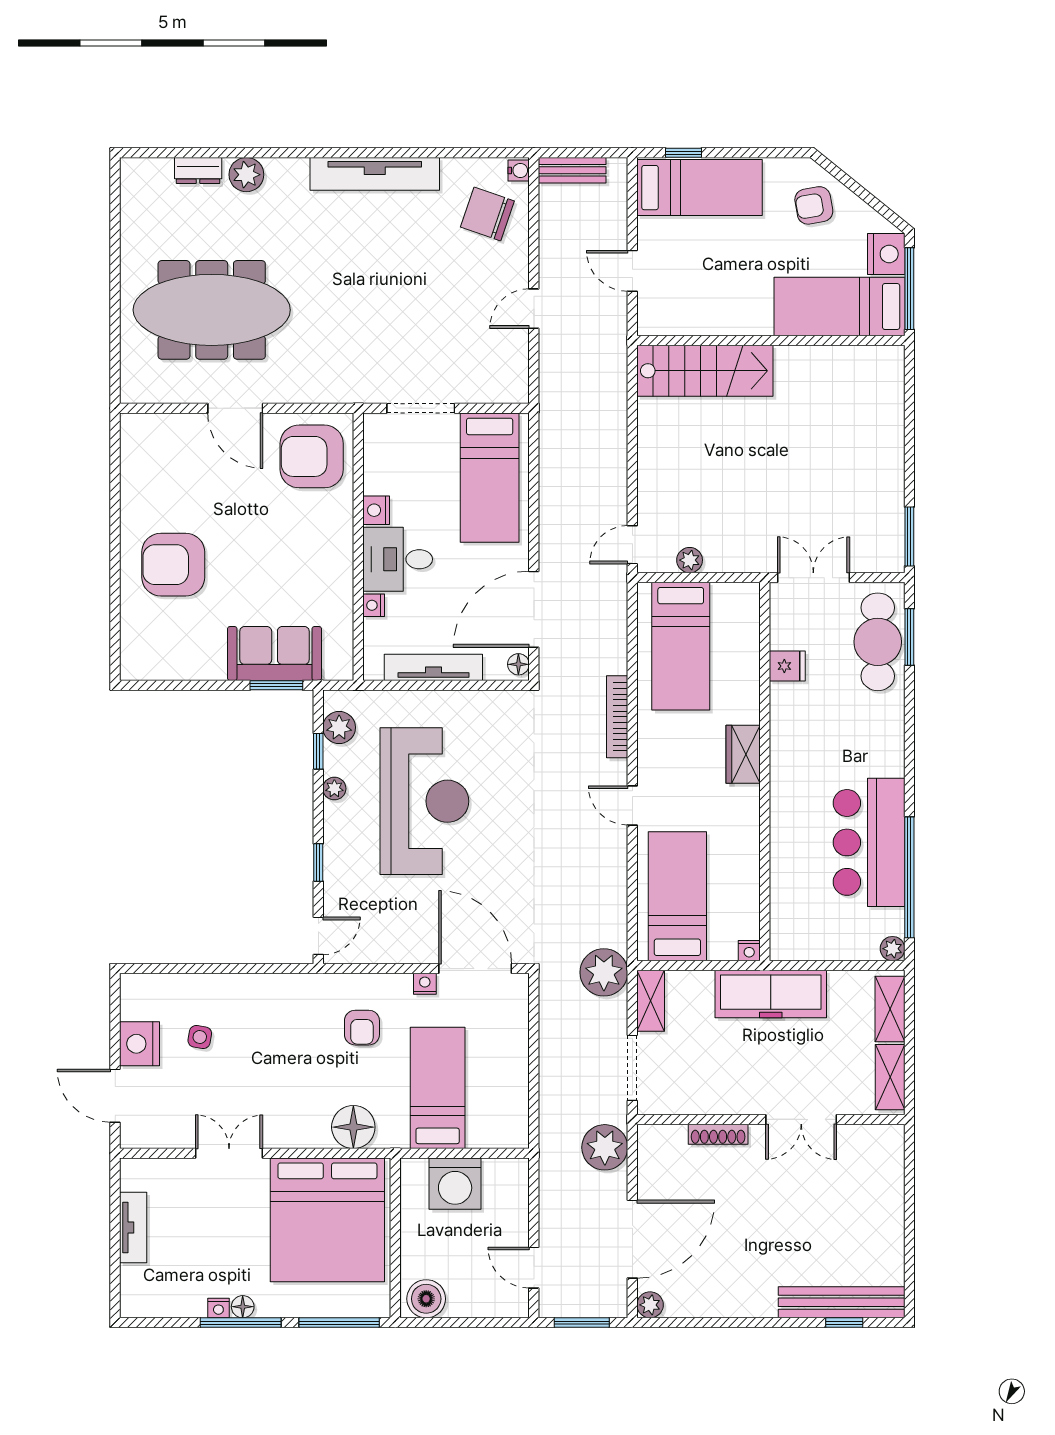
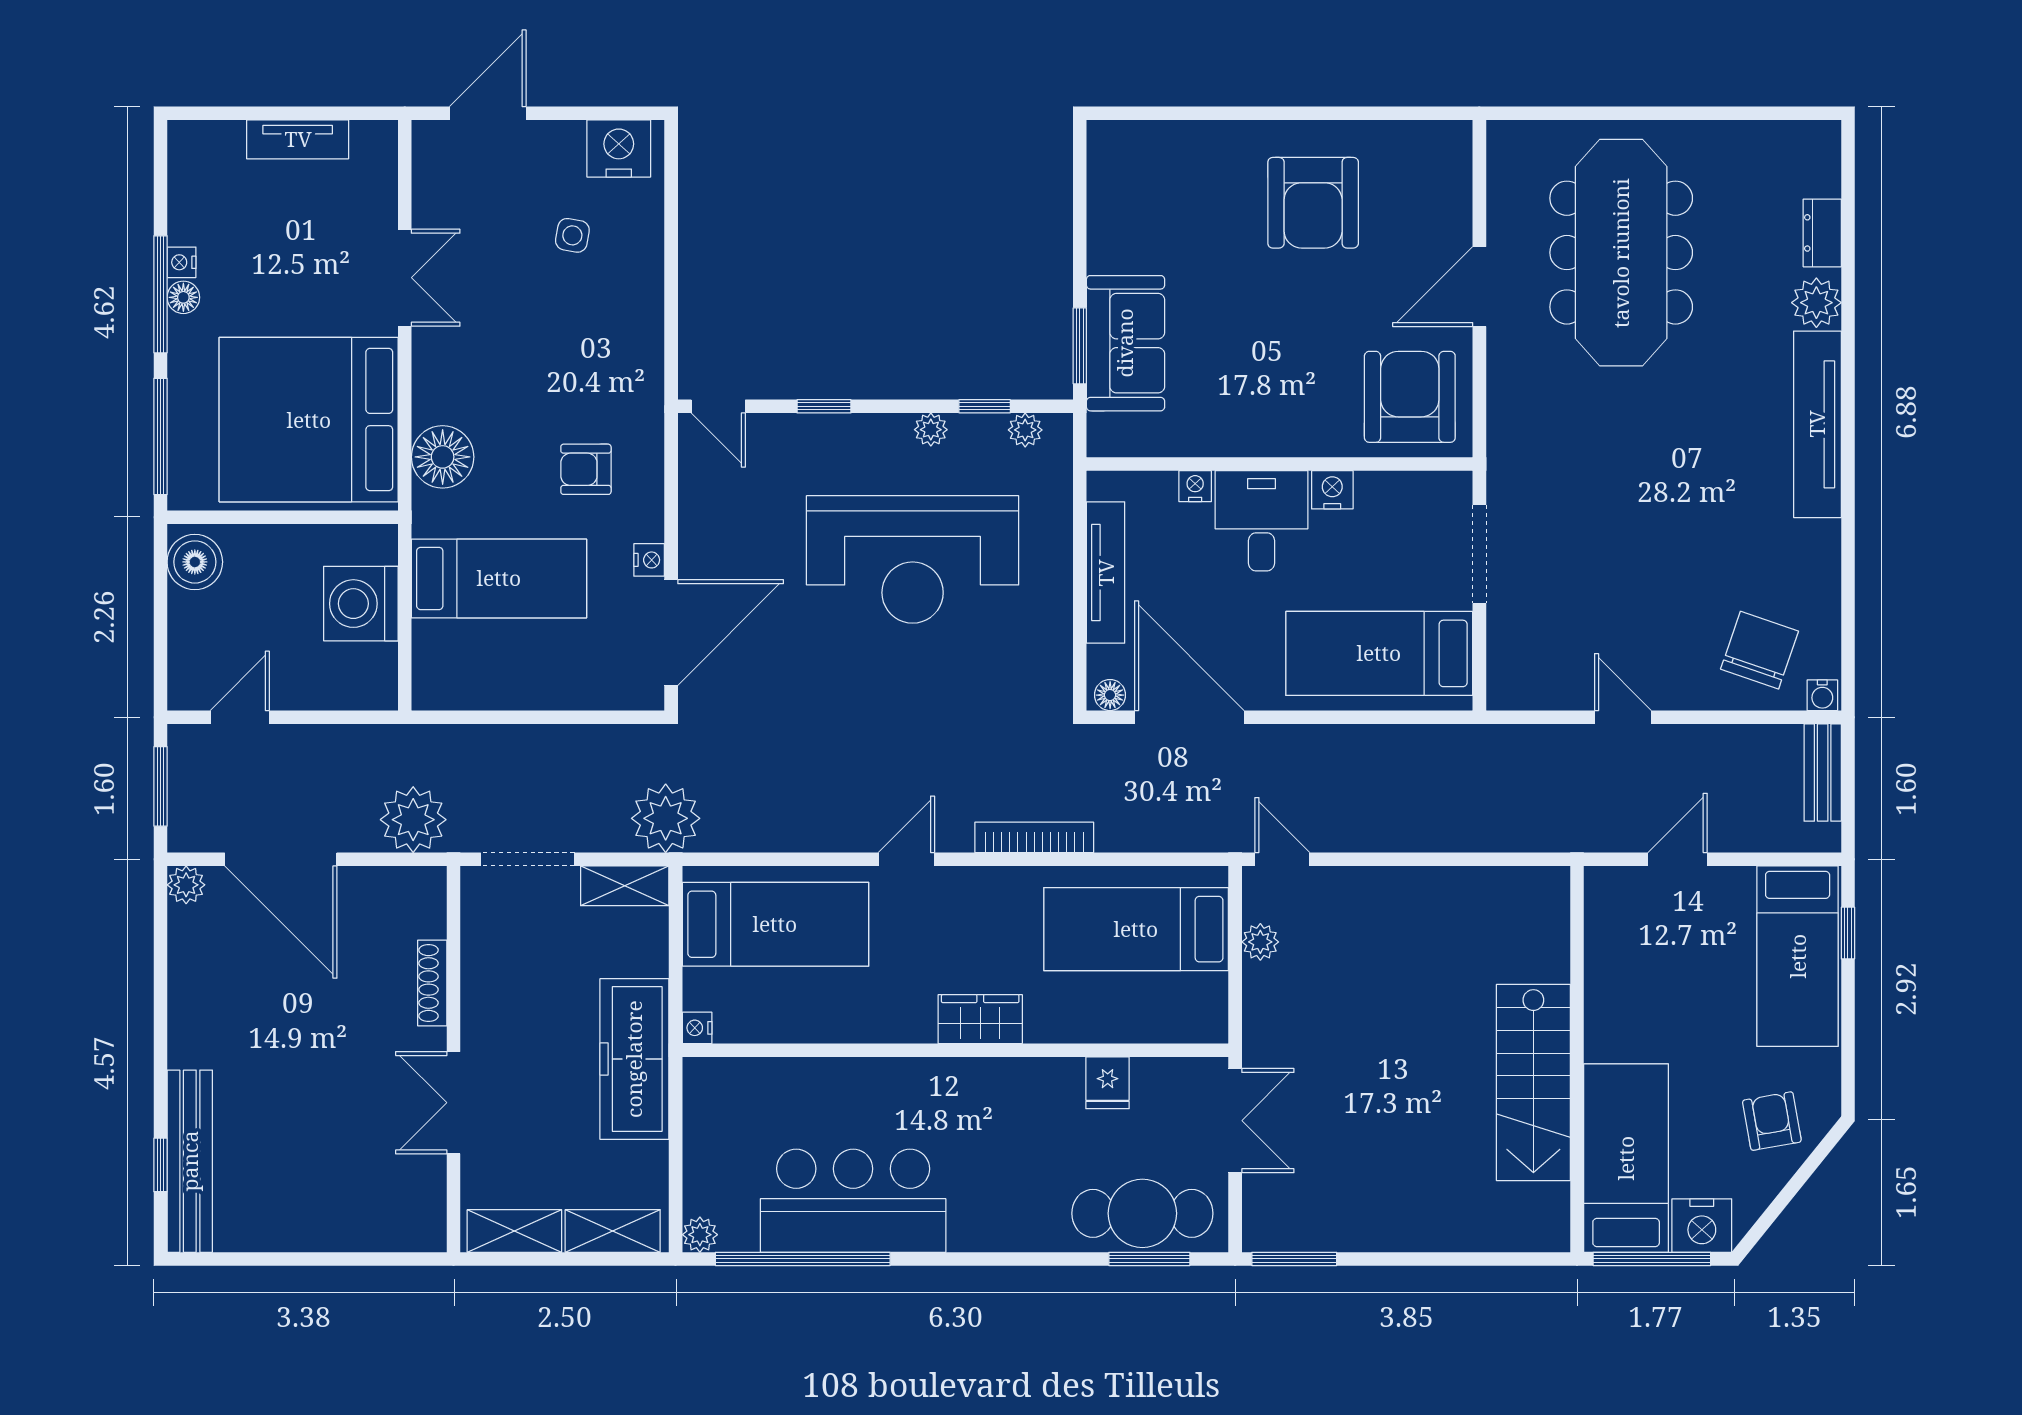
tv unit: (375, 174) -> (1817, 424), moved
stairs: (705, 371) -> (1533, 1082), moved
armchair: (173, 565) -> (1313, 203), moved, turned 180
plant: (339, 727) -> (1025, 430), width x0.73, depth x0.73
nightstand: (140, 1044) -> (619, 148), moved

